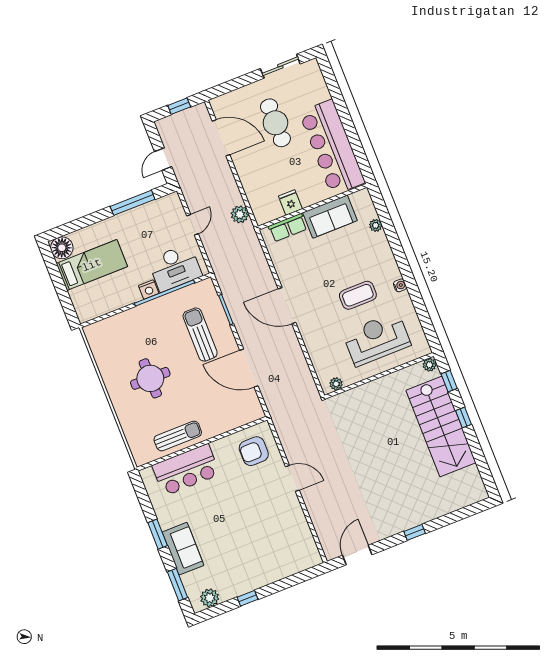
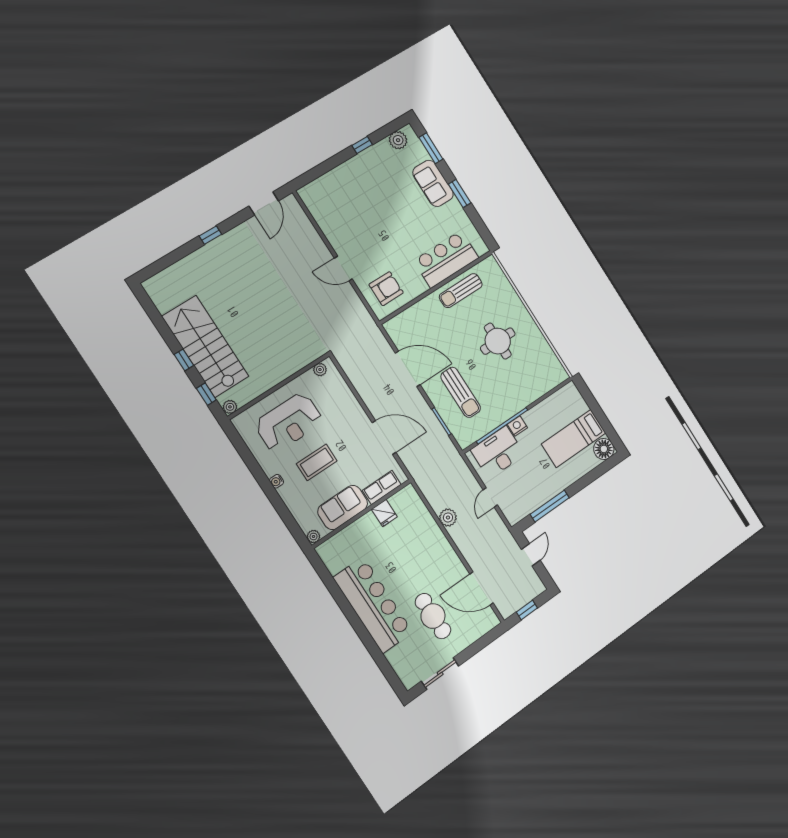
fridge: (290, 202) -> (384, 513), moved
wall: (313, 207) -> (362, 513), moved
sofa: (330, 217) -> (343, 507), moved
row of seats: (288, 228) -> (382, 488), moved

